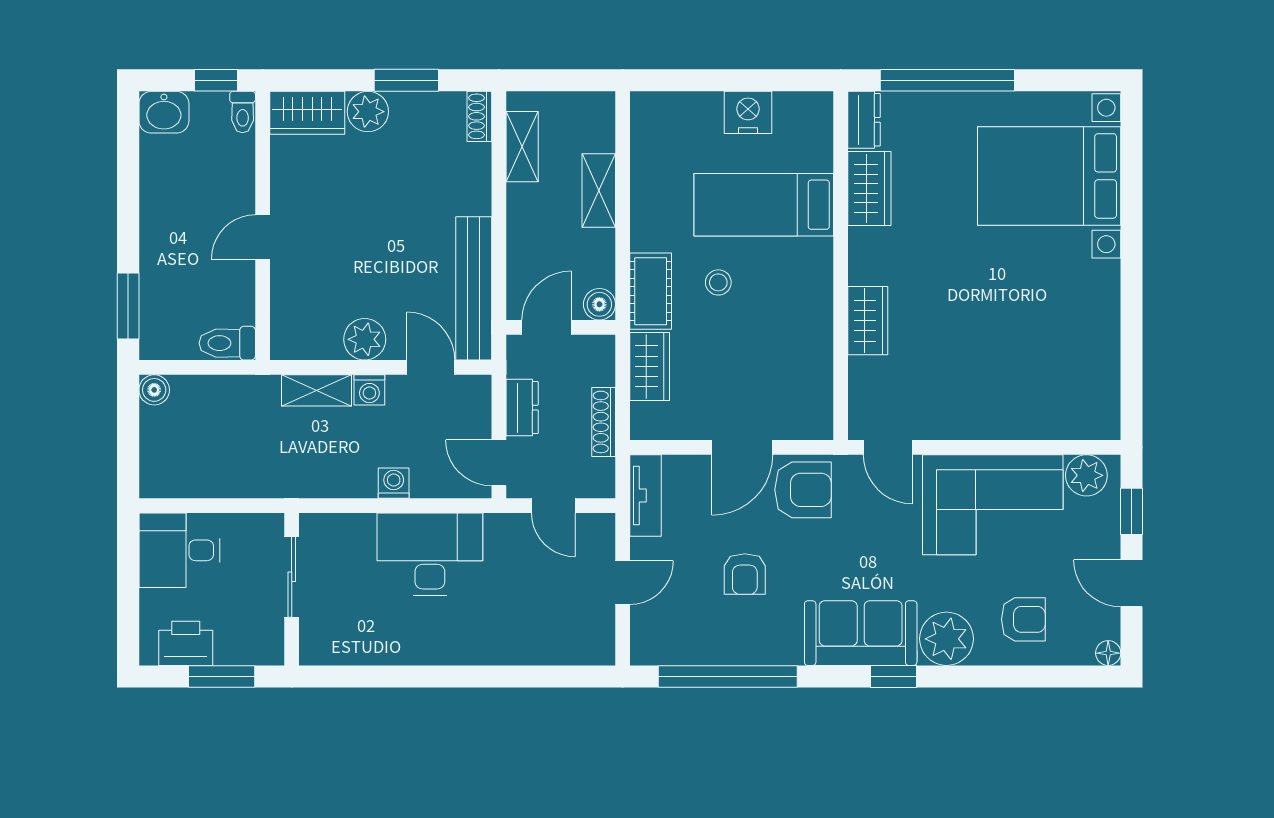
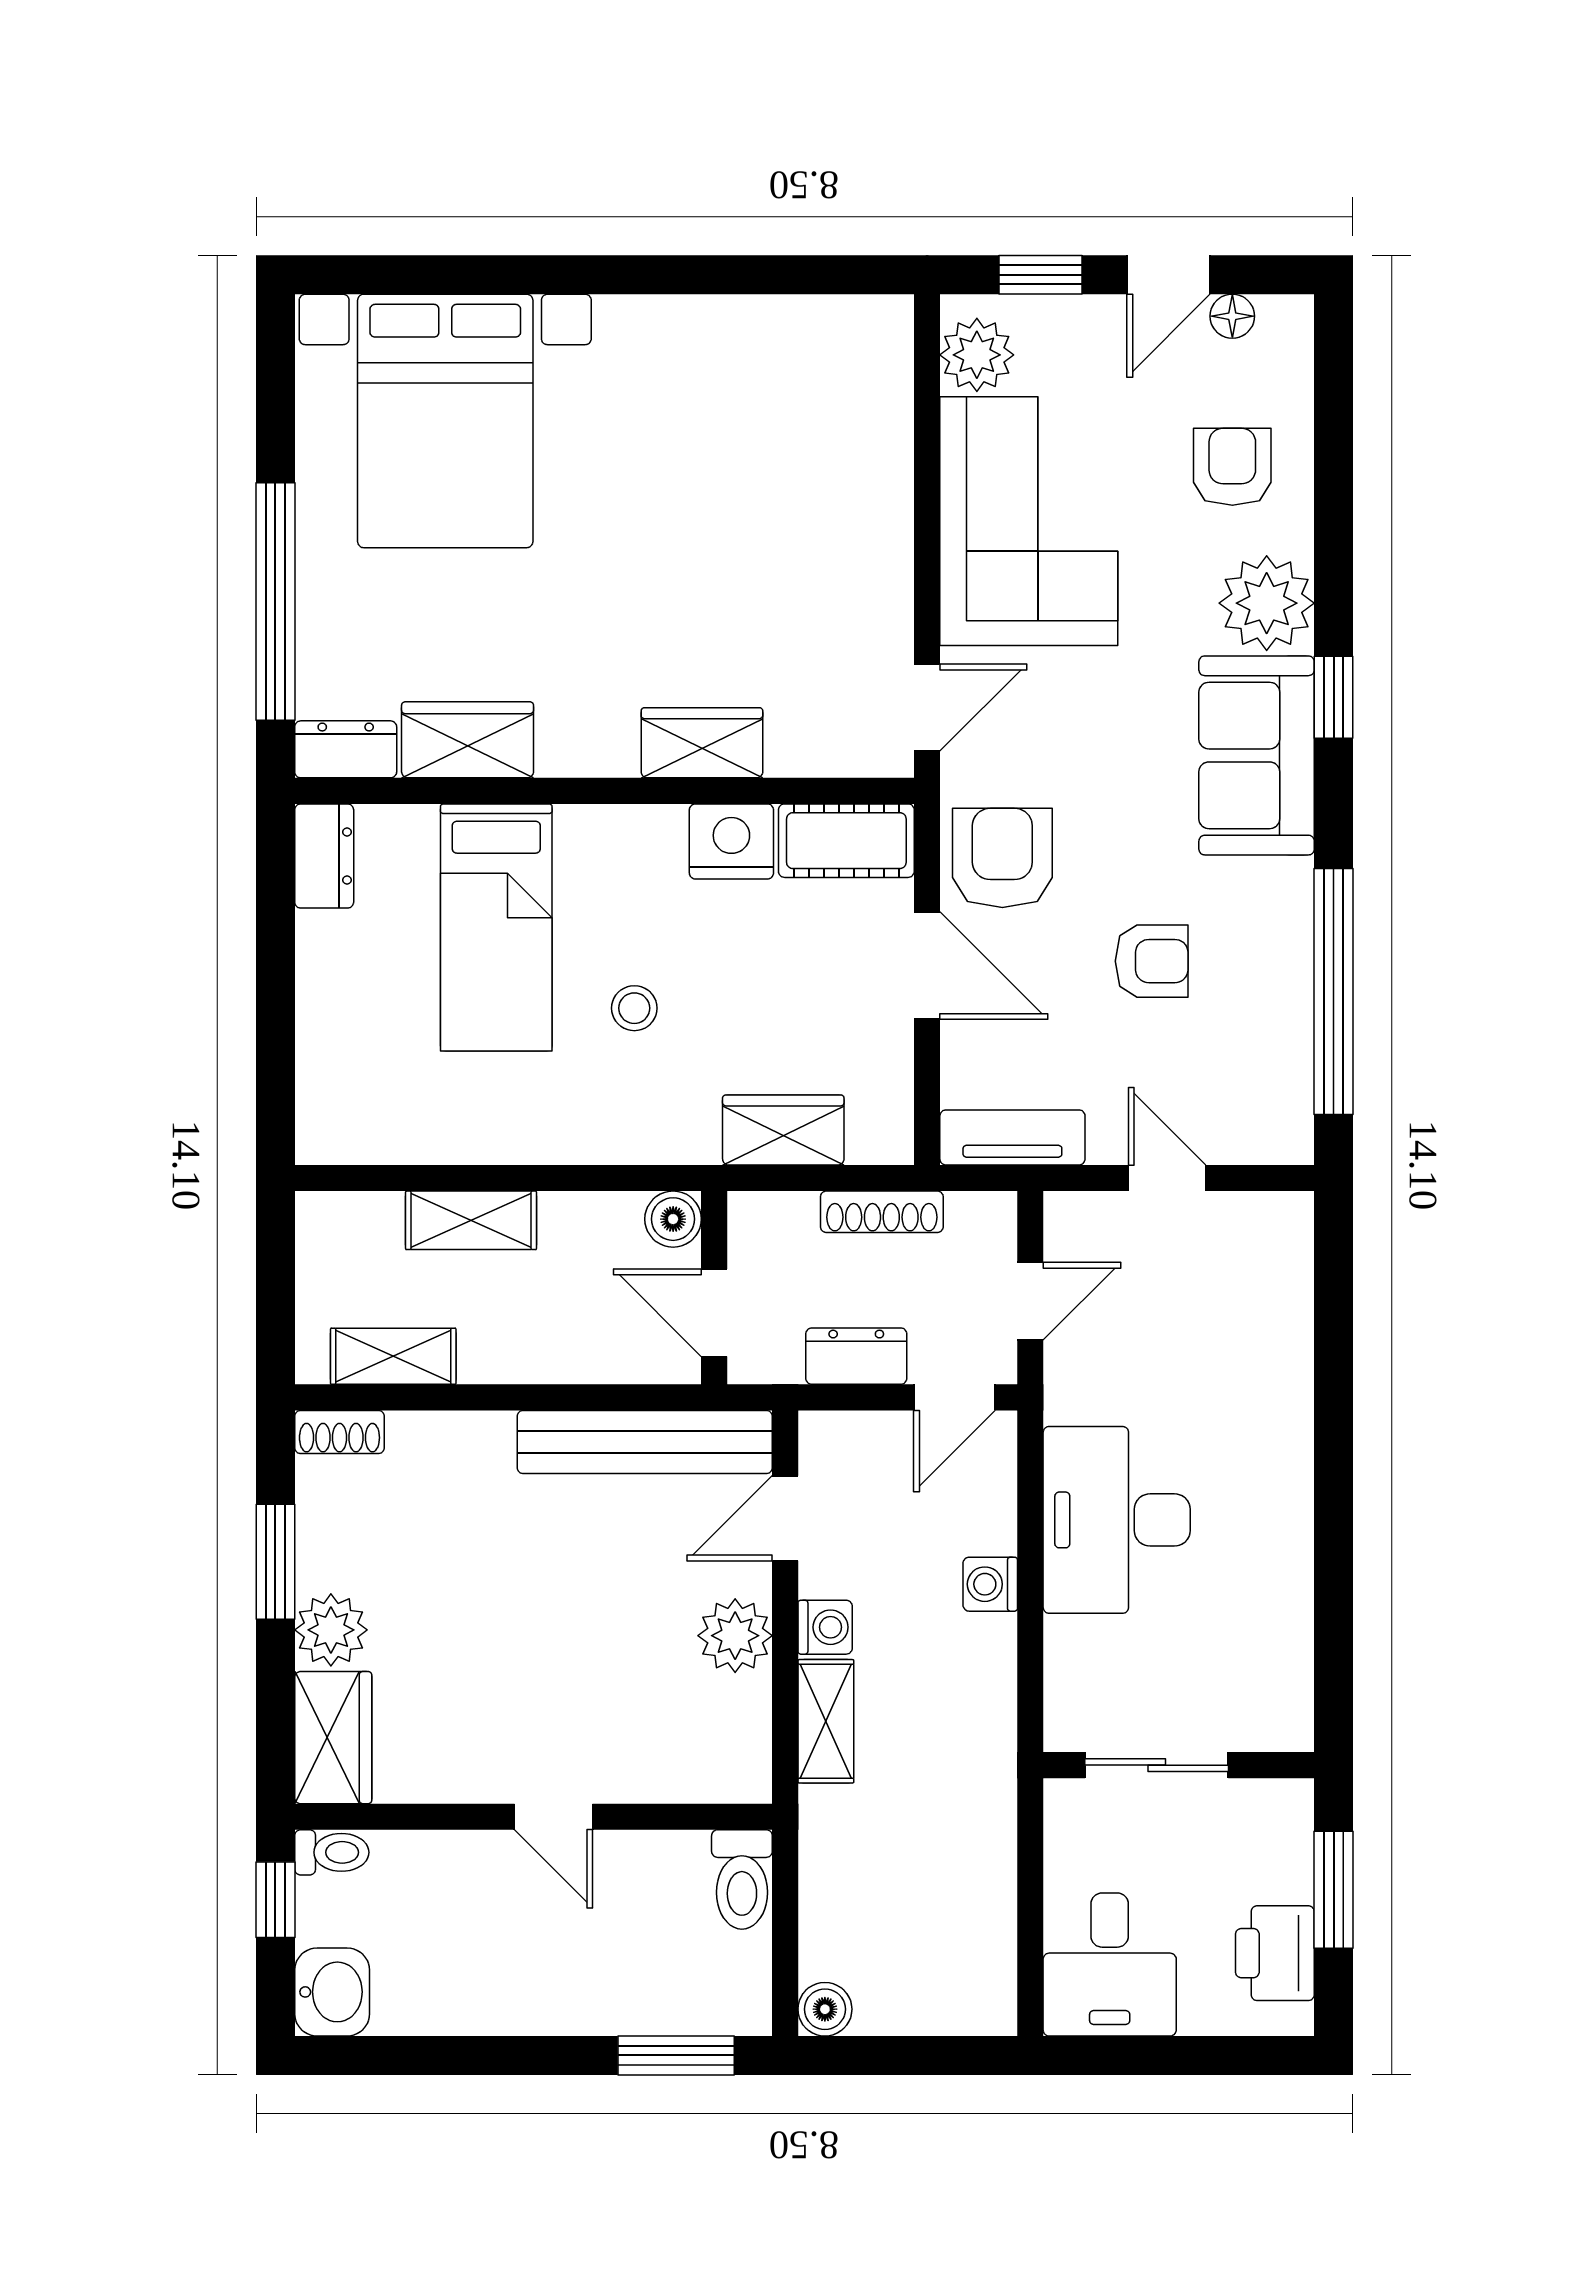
dresser: (804, 108) -> (324, 856), added
nightstand: (748, 112) -> (731, 841), moved, turned 90
cot: (651, 291) -> (846, 841), moved
floor lamp: (1108, 653) -> (1232, 316), moved

